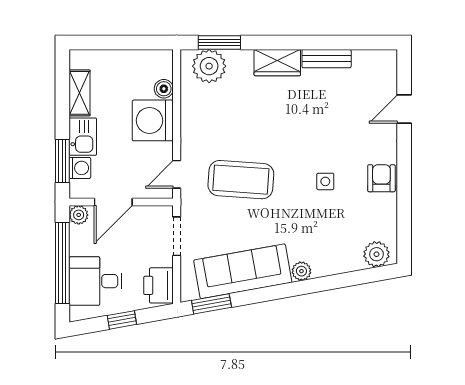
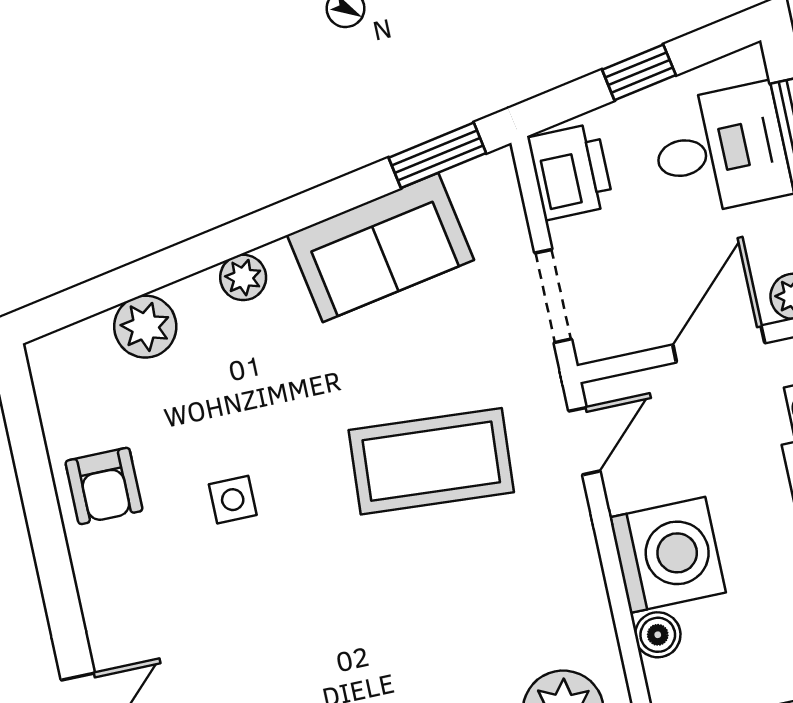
armchair: (381, 178) -> (104, 486), moved
plant: (376, 254) -> (145, 327), moved
sofa: (243, 271) -> (380, 247), width x0.73

